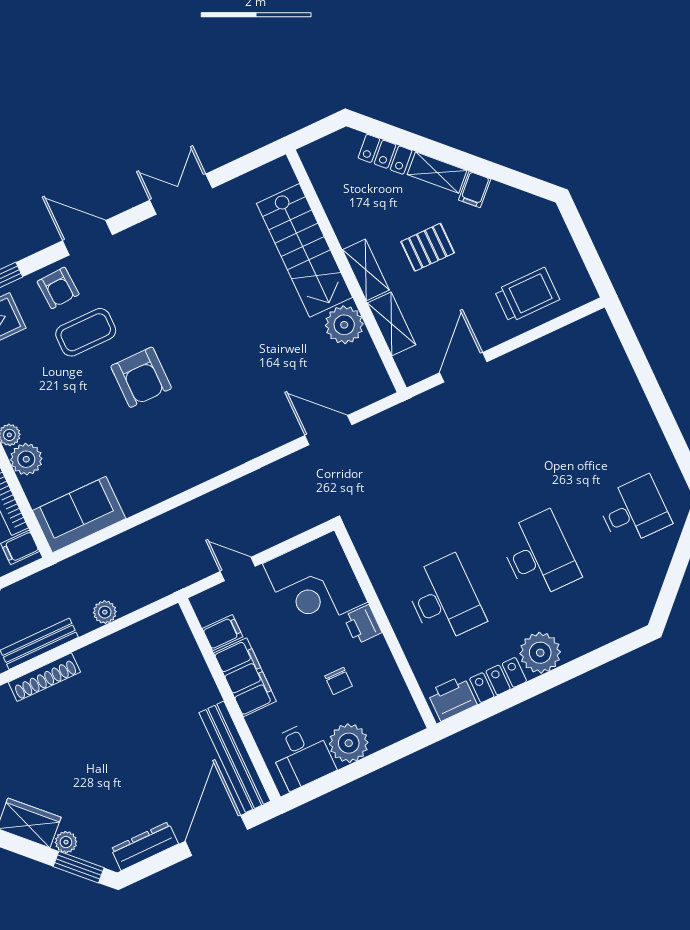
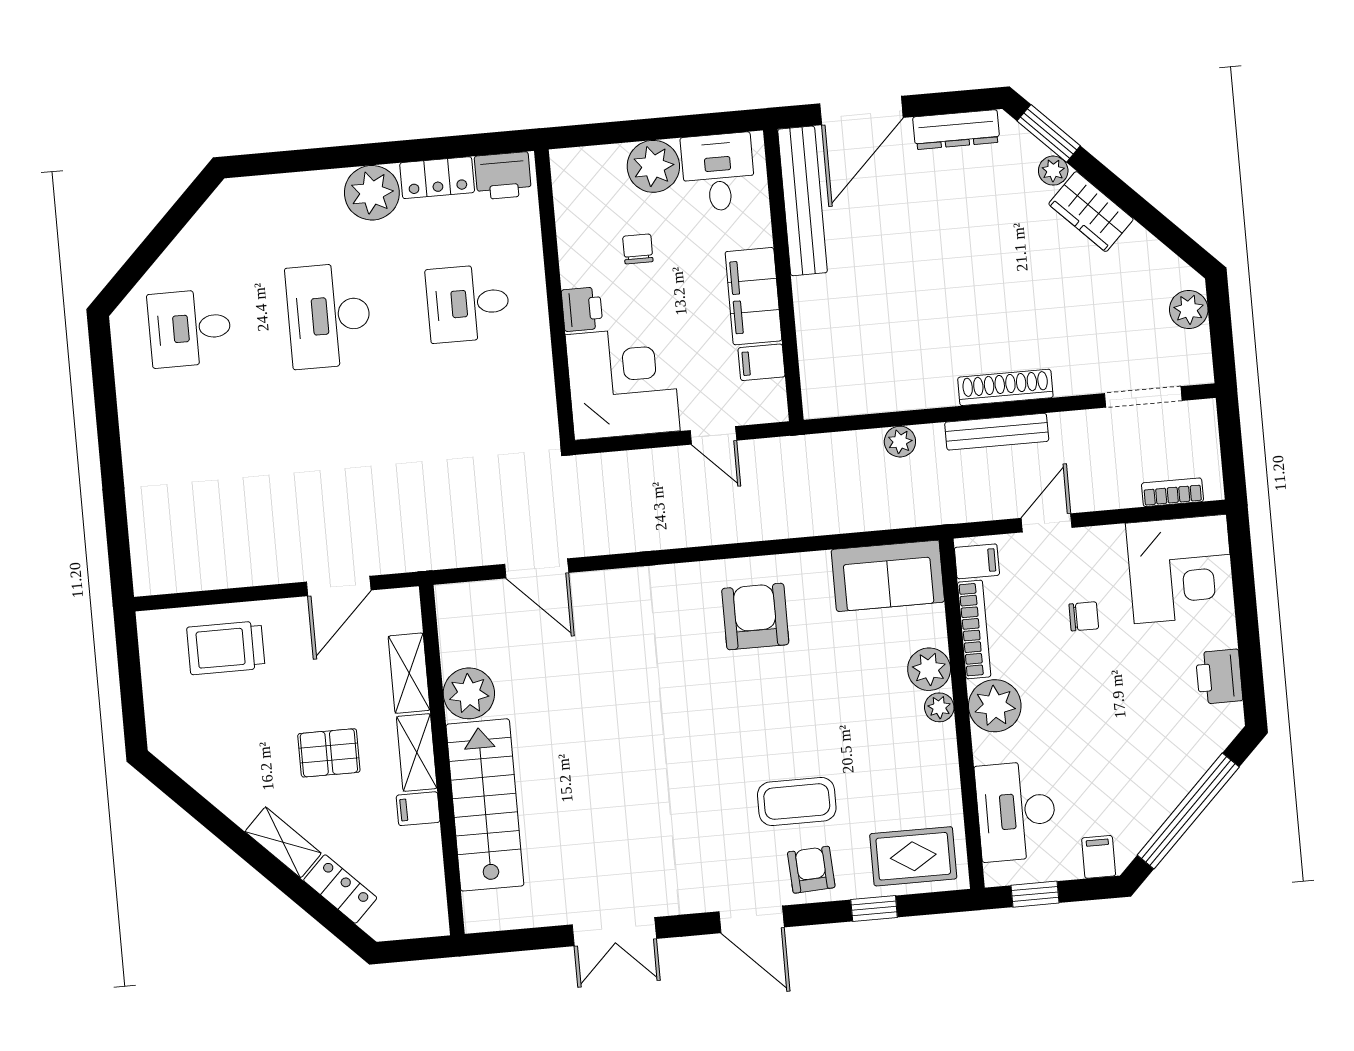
filing cabinet: (475, 190) -> (418, 809), moved, turned -135
armchair: (141, 377) -> (755, 617), moved
desk: (444, 599) -> (468, 303), width x0.73

